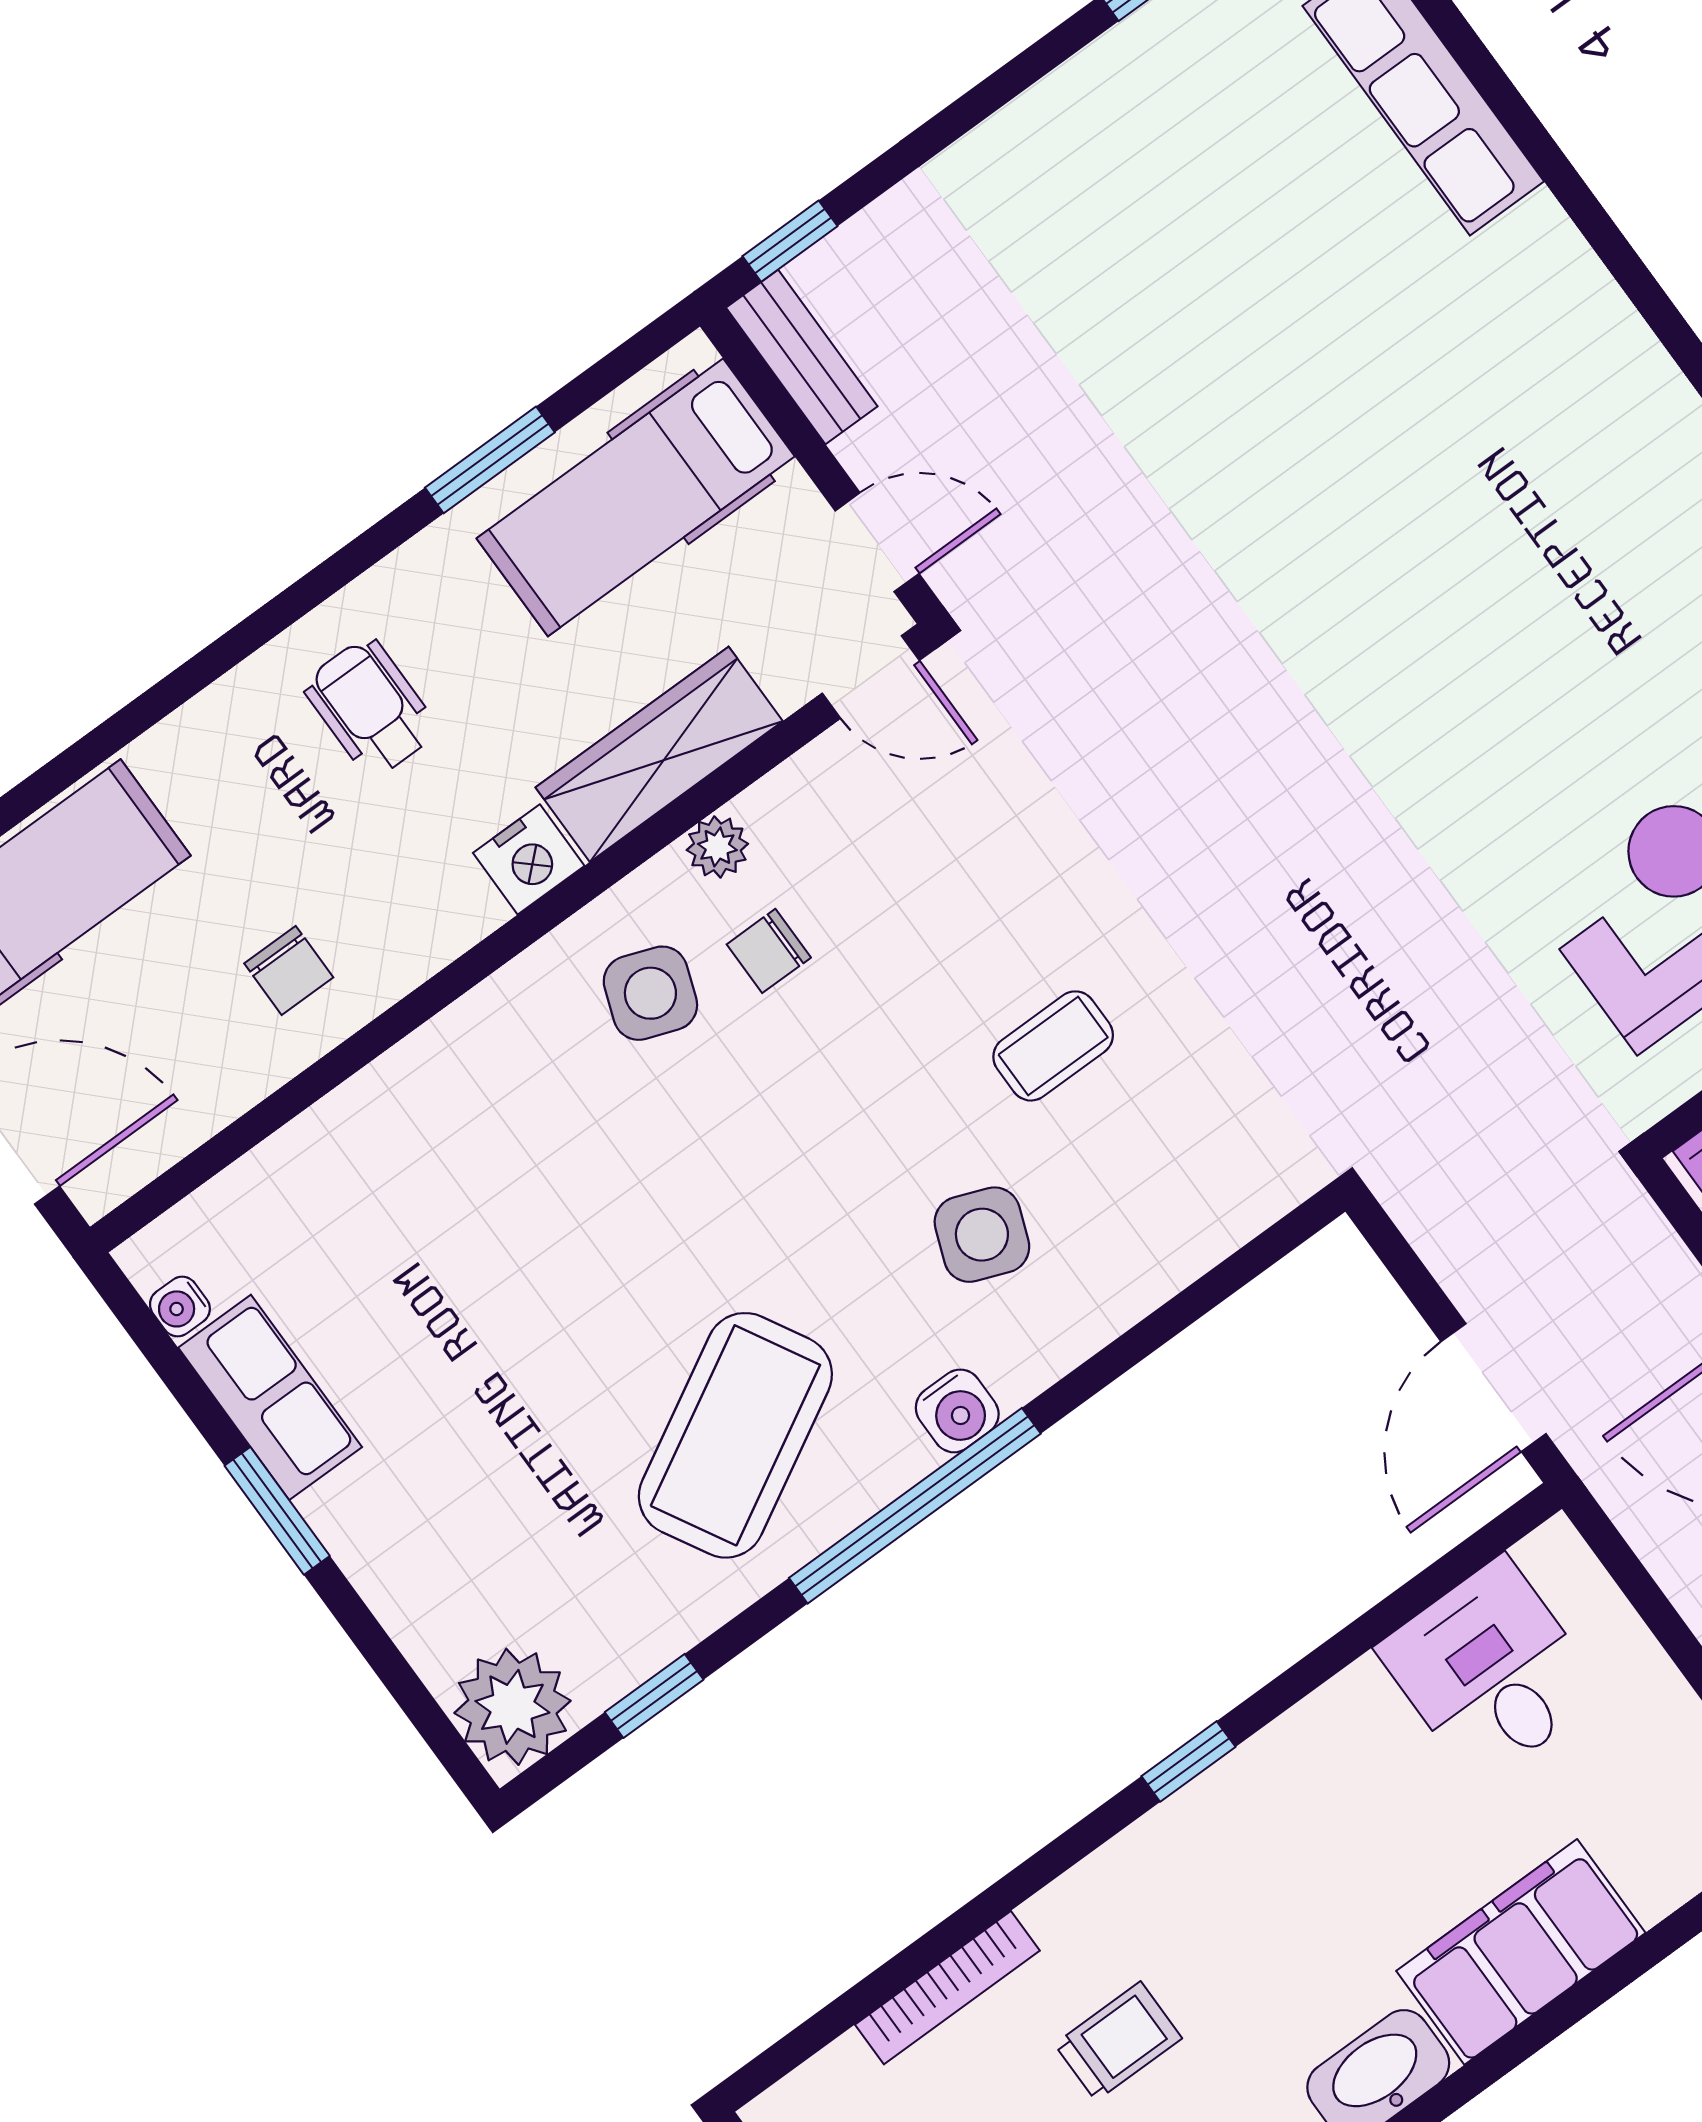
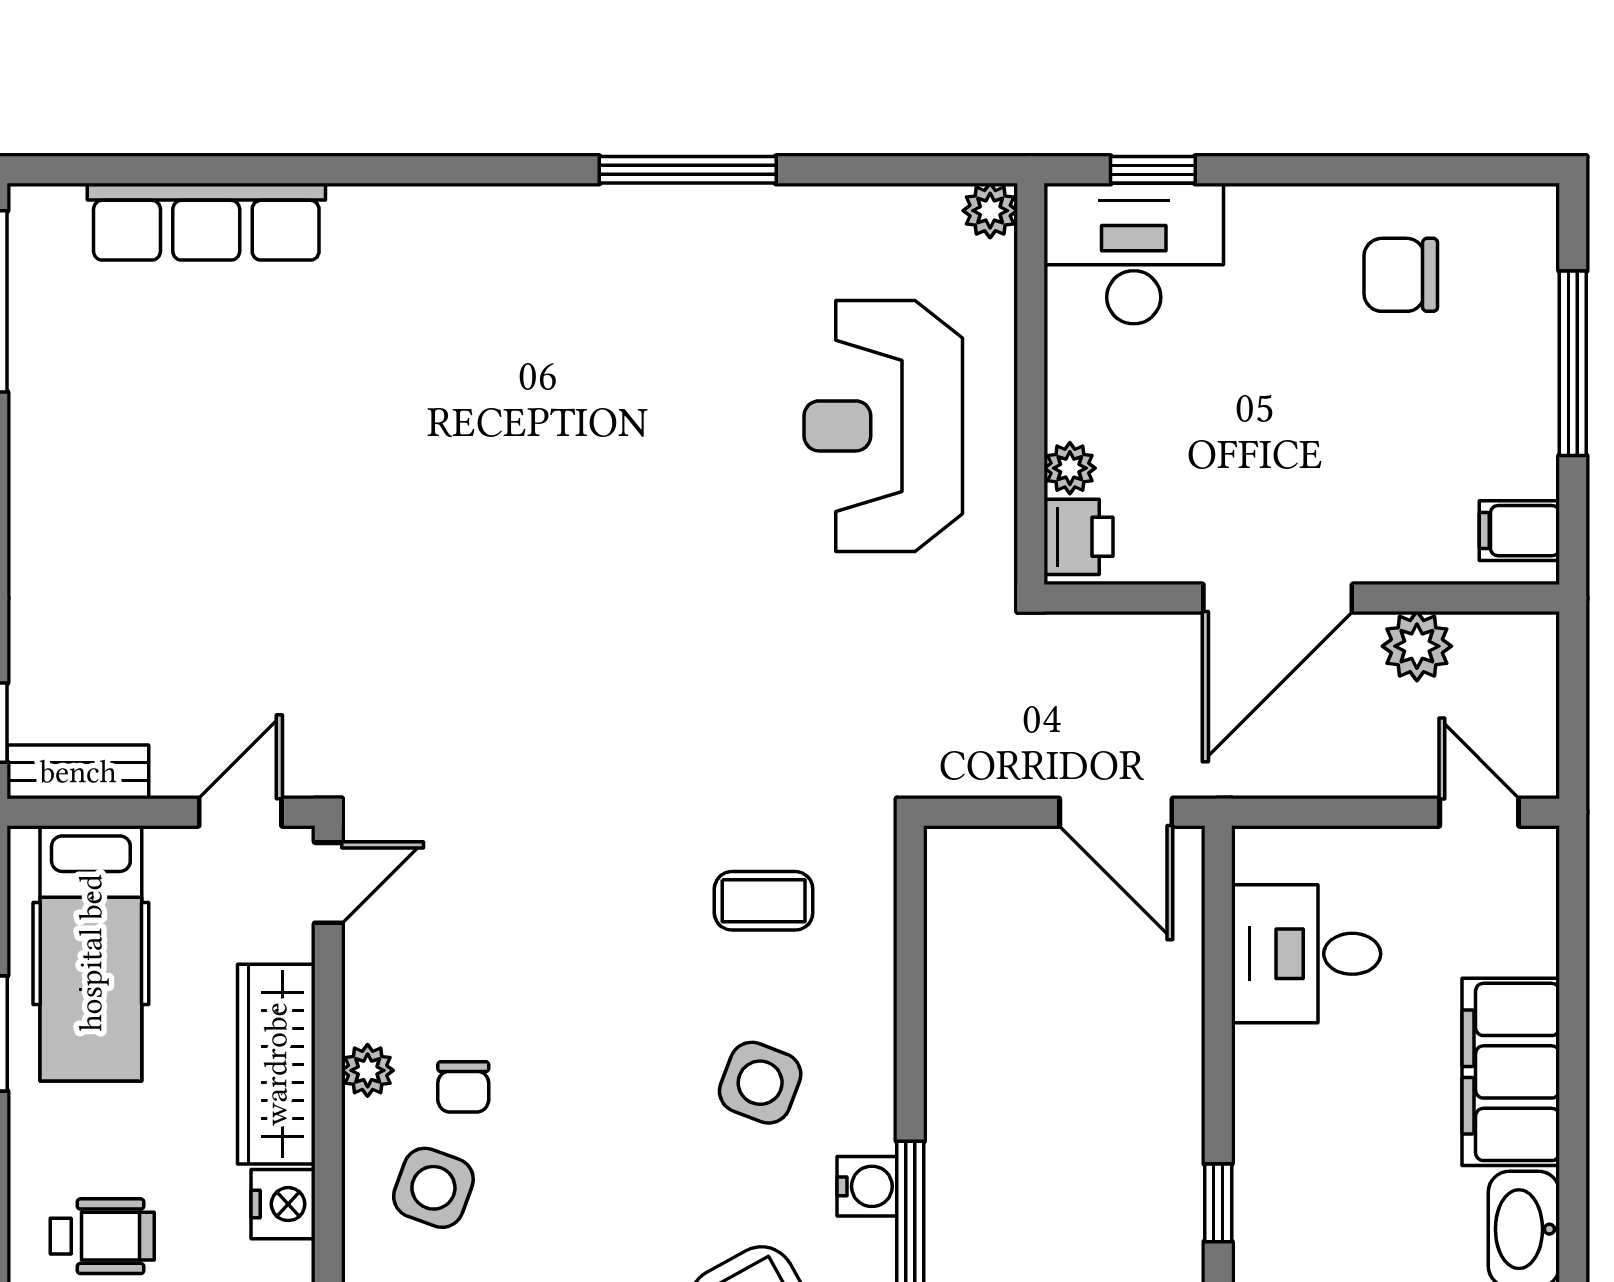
wheelchair: (370, 708) -> (102, 1236), turned 180
coffee table: (1053, 1046) -> (764, 901), moved, turned 90

